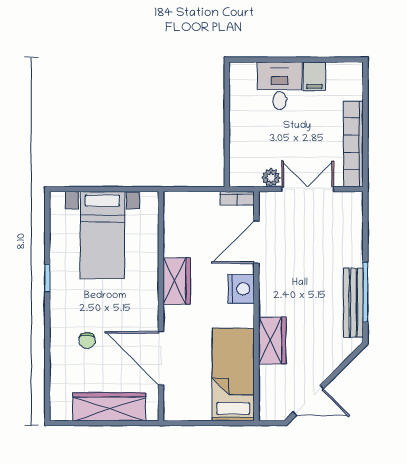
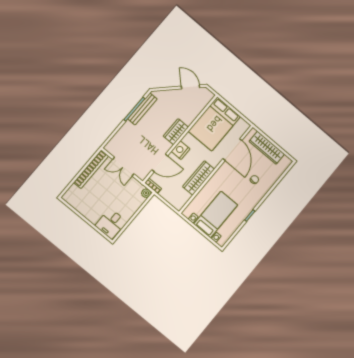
filing cabinet: (314, 76) -> (84, 208), removed
desk: (280, 86) -> (111, 224), moved
plant: (271, 178) -> (146, 193), moved
wardrobe: (177, 281) -> (199, 178), width x1.50
wardrobe: (272, 340) -> (176, 132), moved
bed: (233, 374) -> (214, 124), width x1.50

